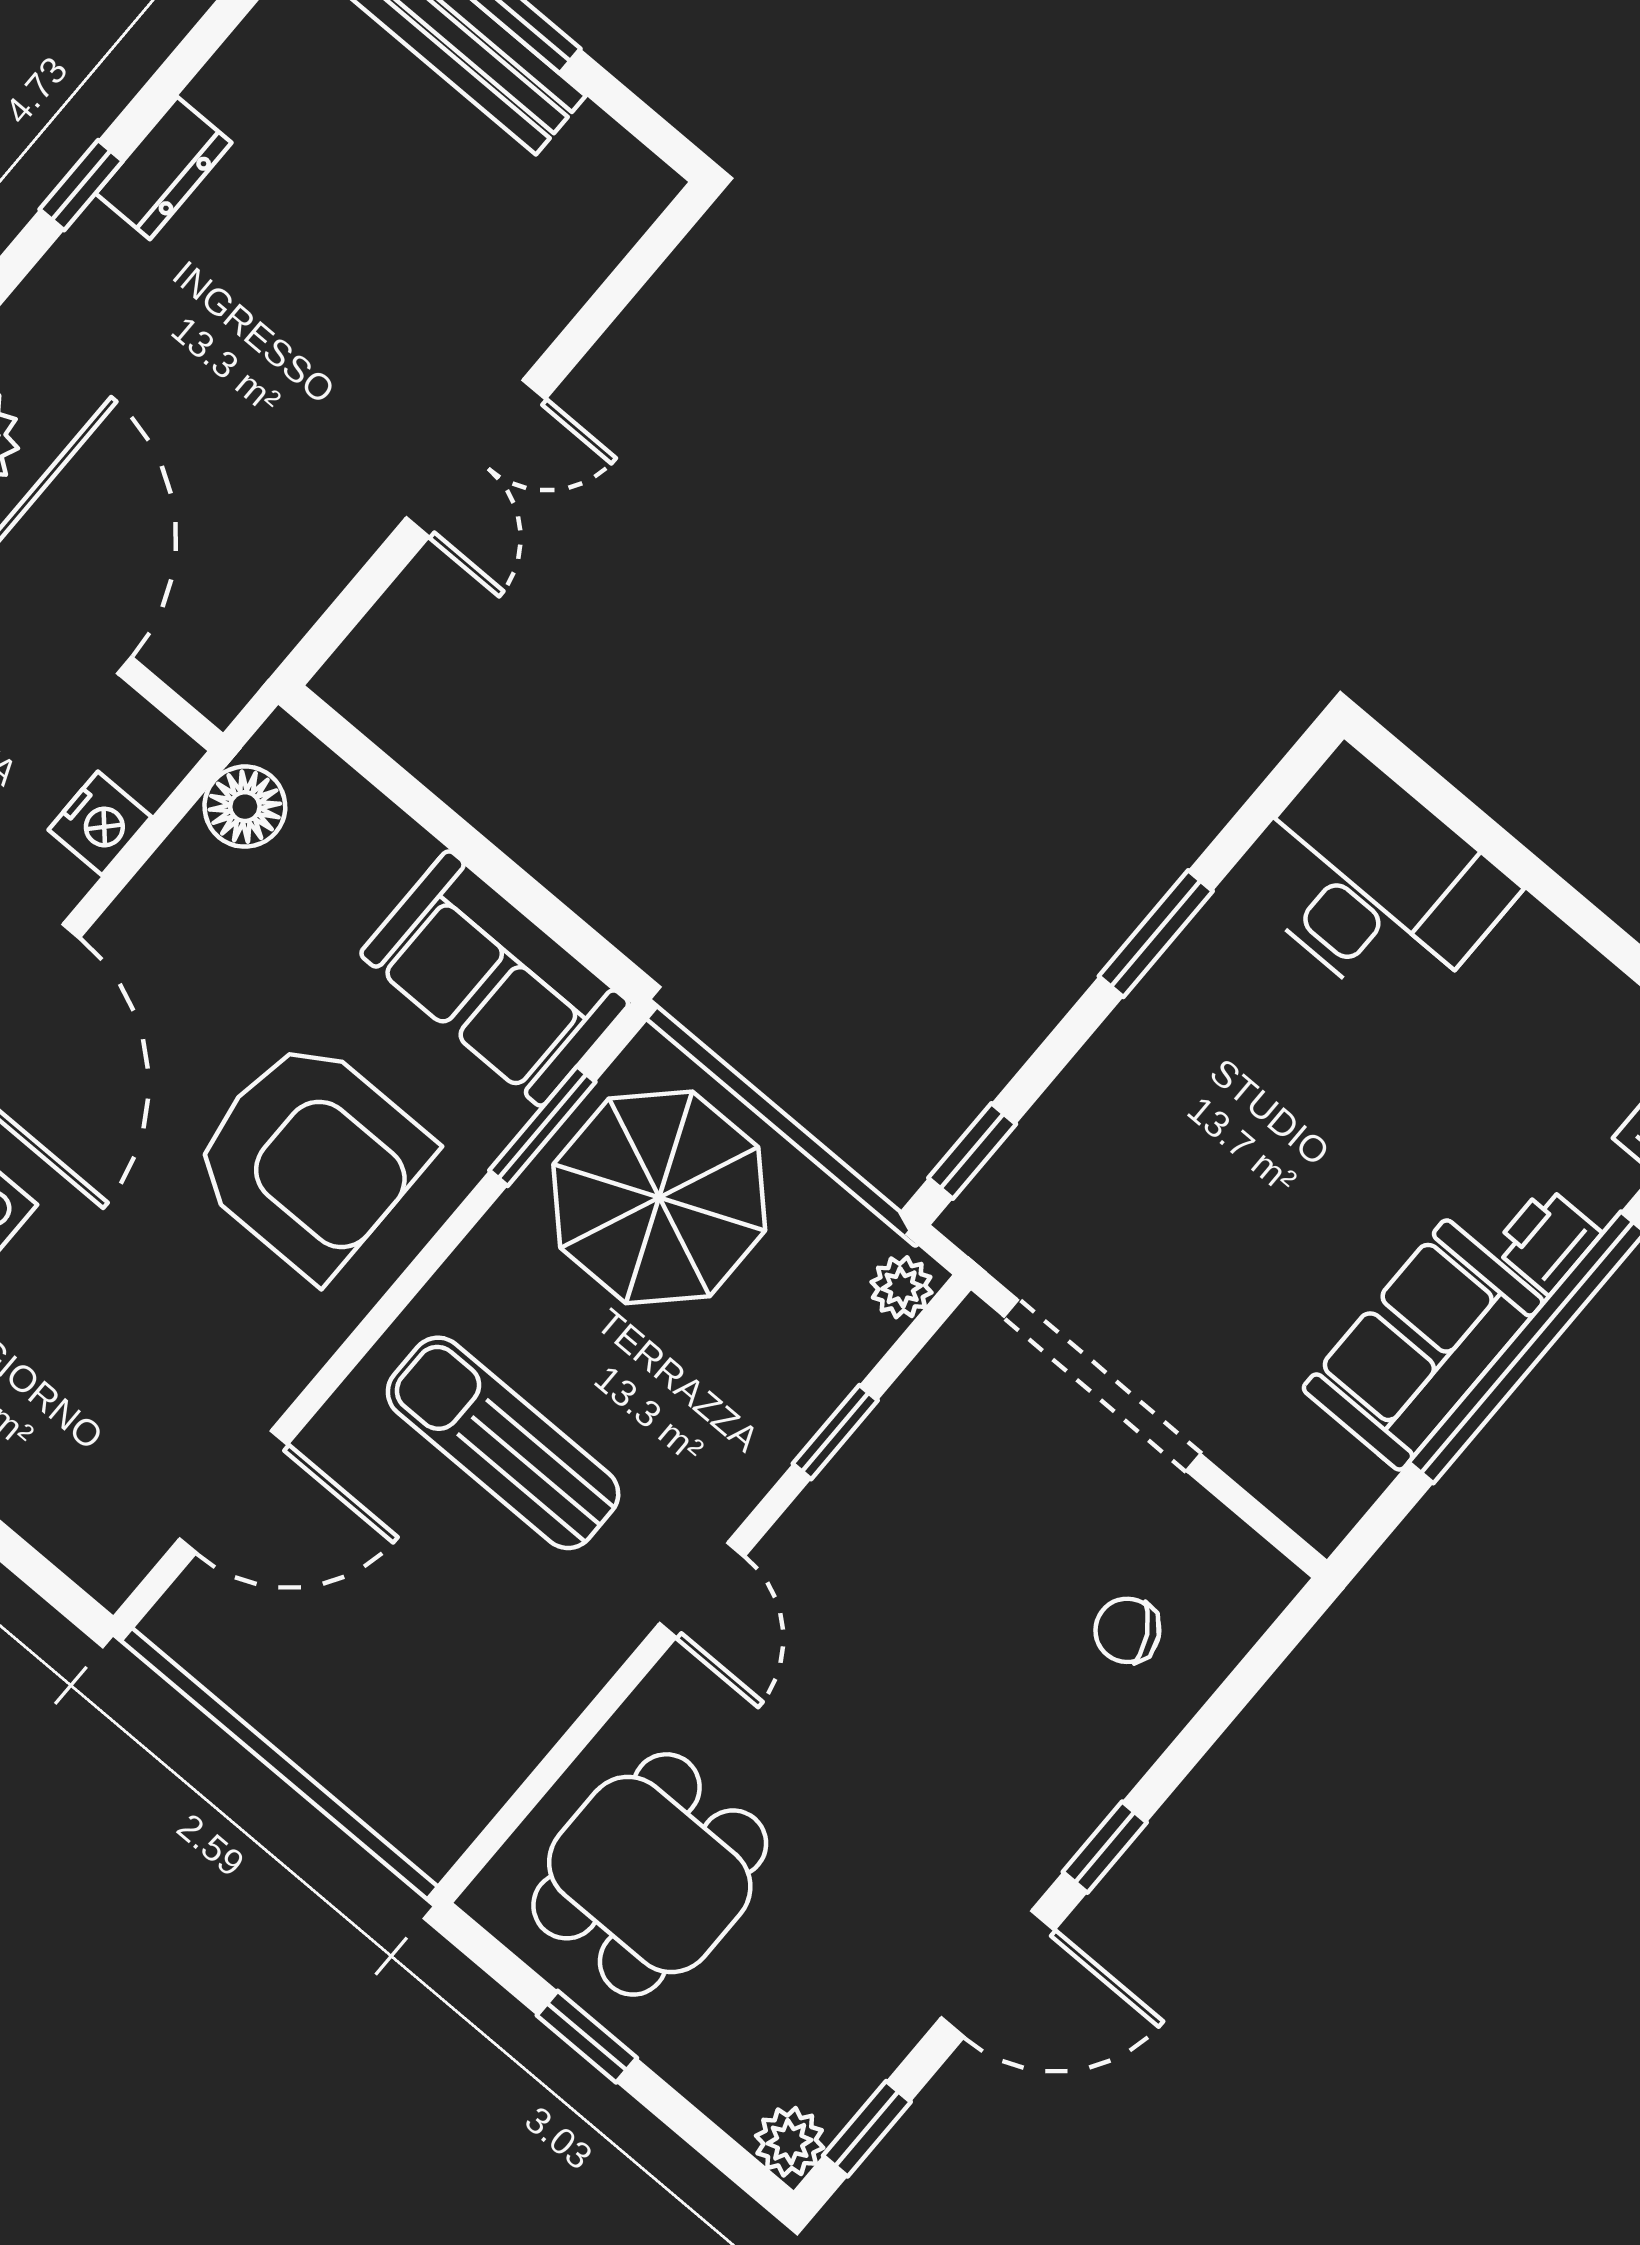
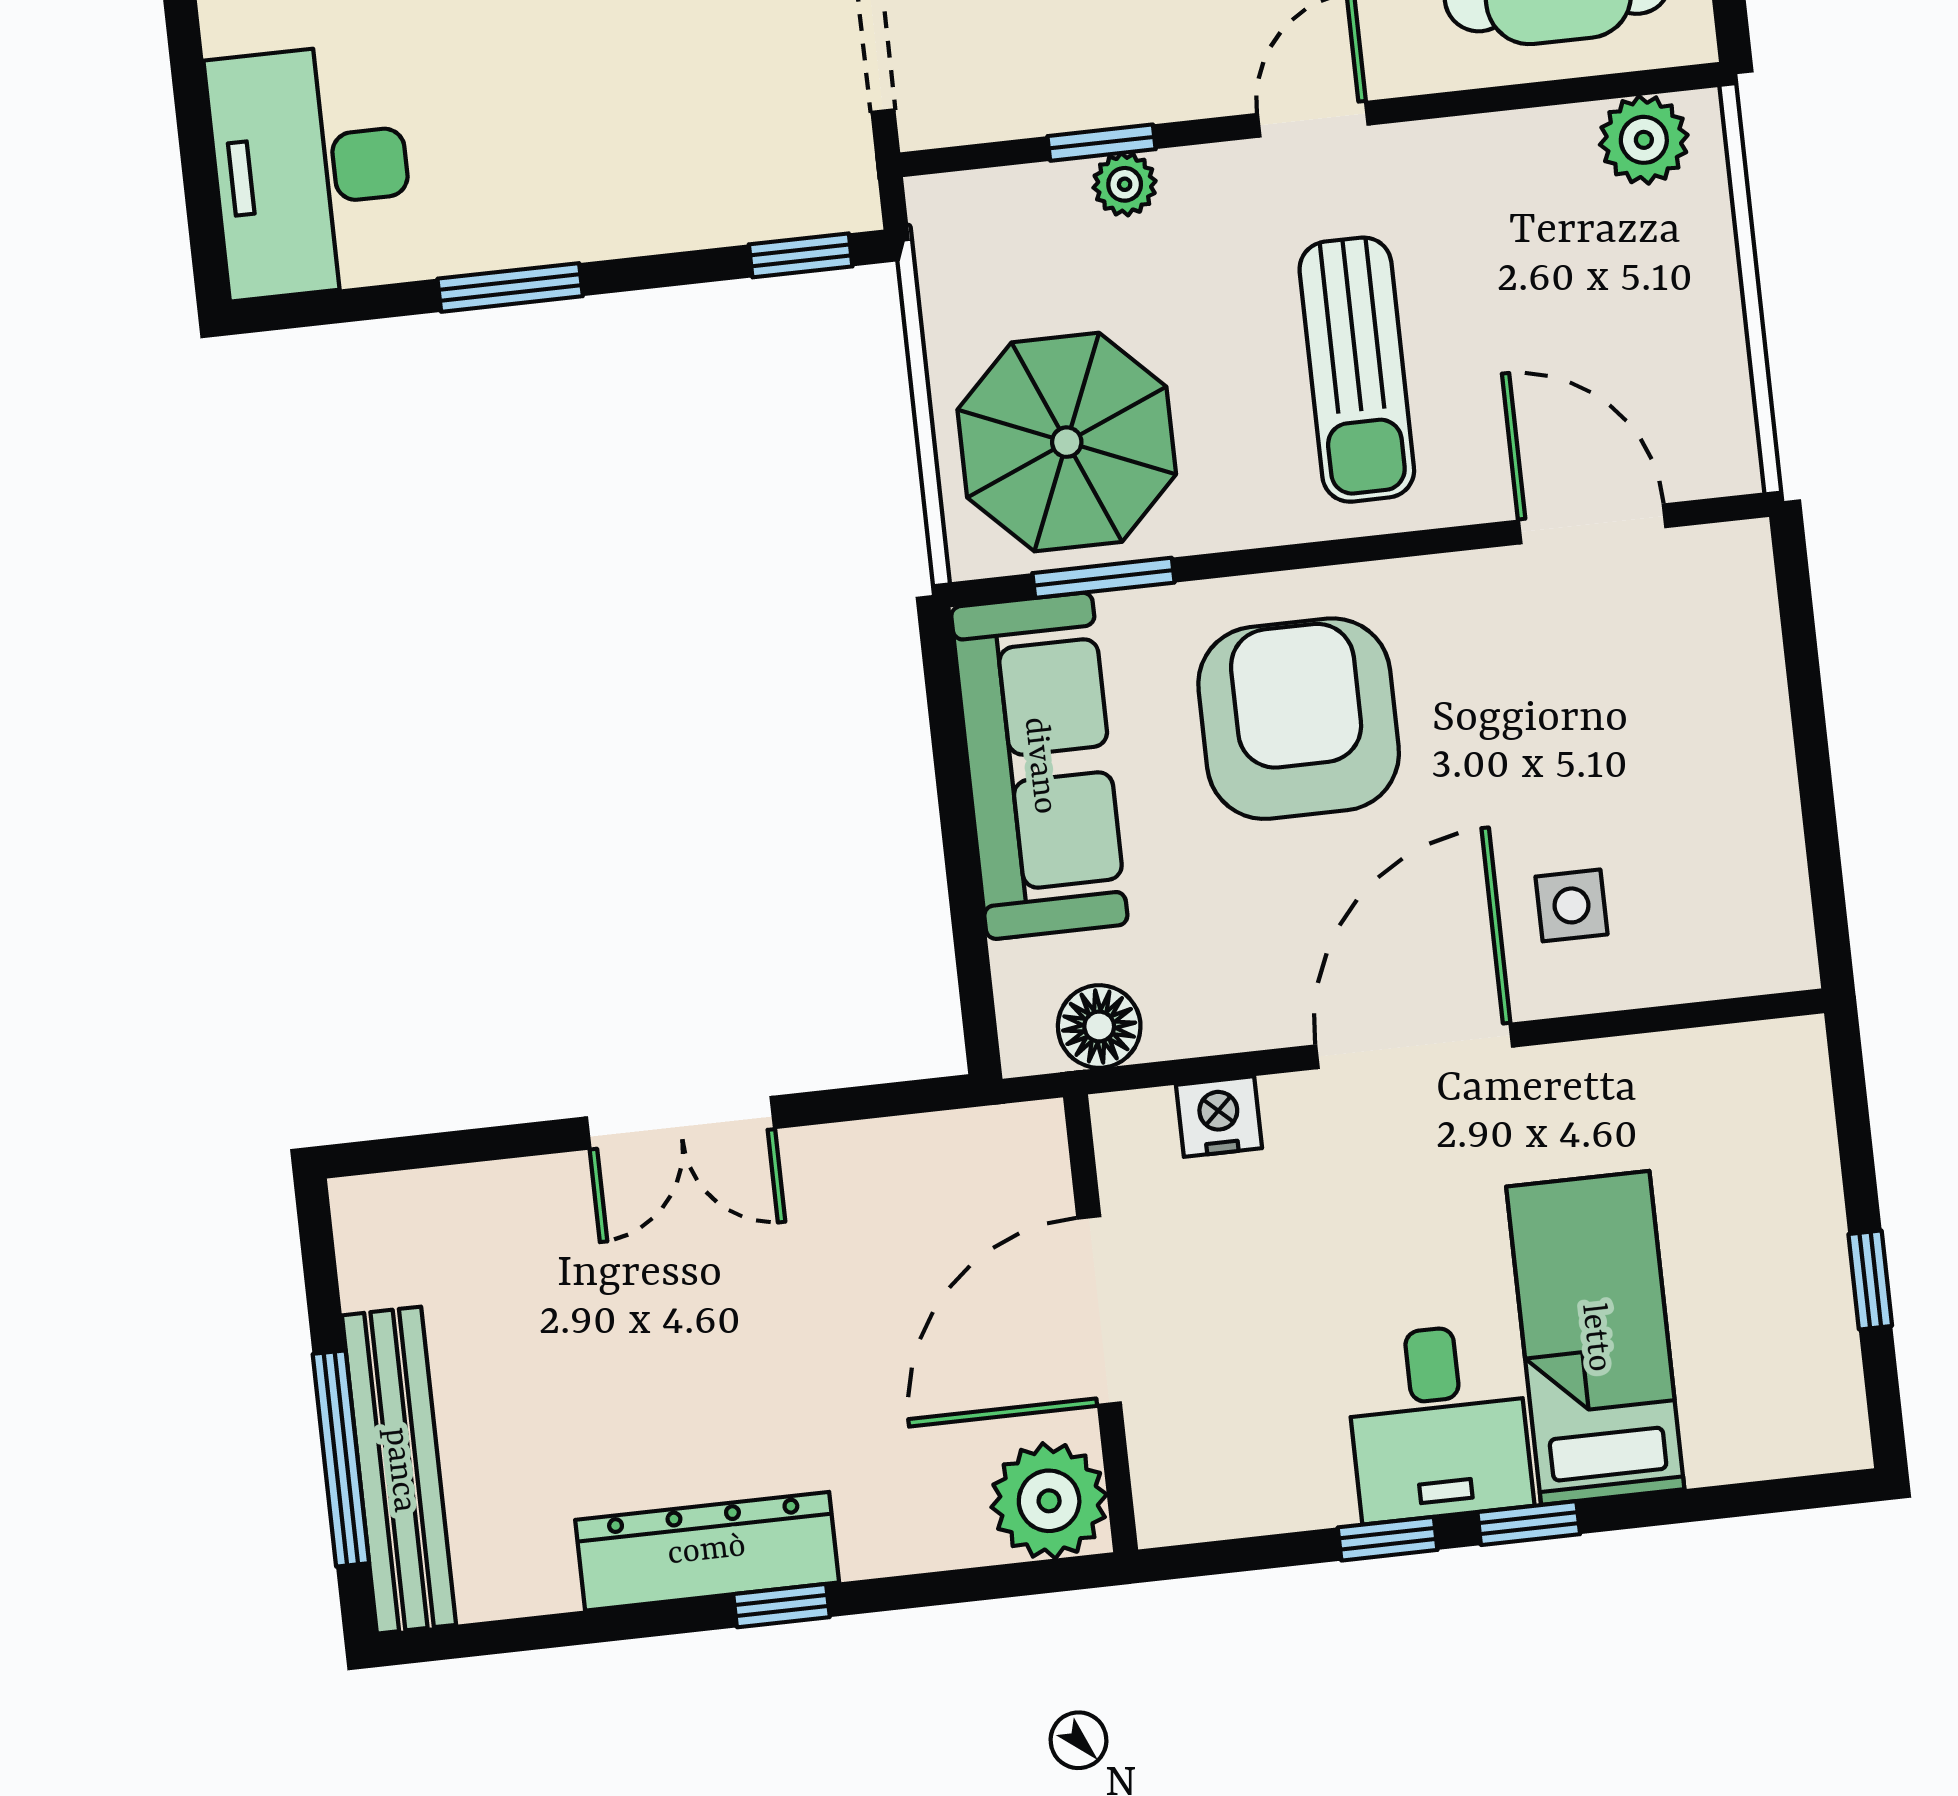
dresser: (163, 168) -> (707, 1551), width x1.96, depth x1.24
double door: (476, 458) -> (681, 1123), swing flipped
sofa: (495, 978) -> (1039, 766), width x1.36
plant: (902, 1287) -> (1125, 184), moved
plant: (454, 1797) -> (1644, 140), added

